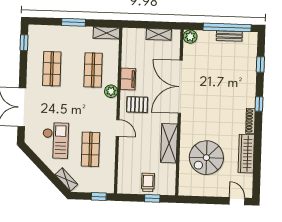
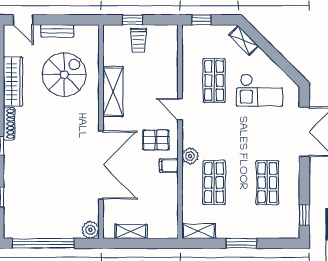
bench: (229, 36) -> (57, 31), moved
filing cabinet: (128, 79) -> (169, 166), width x0.50
checkout: (55, 140) -> (260, 90), turned -90

